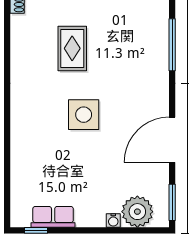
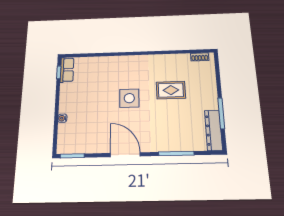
door: (172, 140) -> (125, 155), moved
plant: (137, 212) -> (67, 133), removed
row of seats: (53, 217) -> (67, 70), moved

